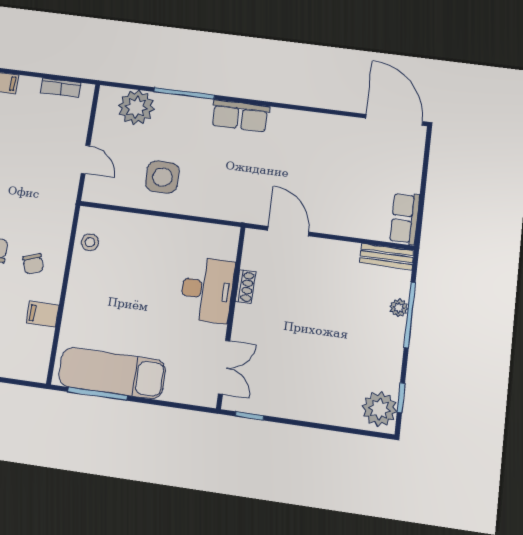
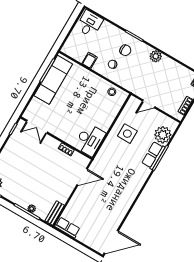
row of seats: (240, 116) -> (153, 155), moved
desk: (207, 290) -> (90, 140), moved, turned -90

